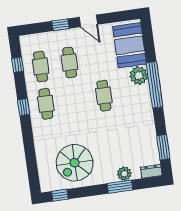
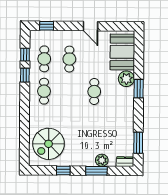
window: (61, 25) -> (47, 26), moved
window: (155, 85) -> (139, 89), width x0.47
window: (24, 107) -> (25, 75), moved
spiral stairs: (75, 163) -> (49, 144), moved
window: (60, 195) -> (63, 171), moved

